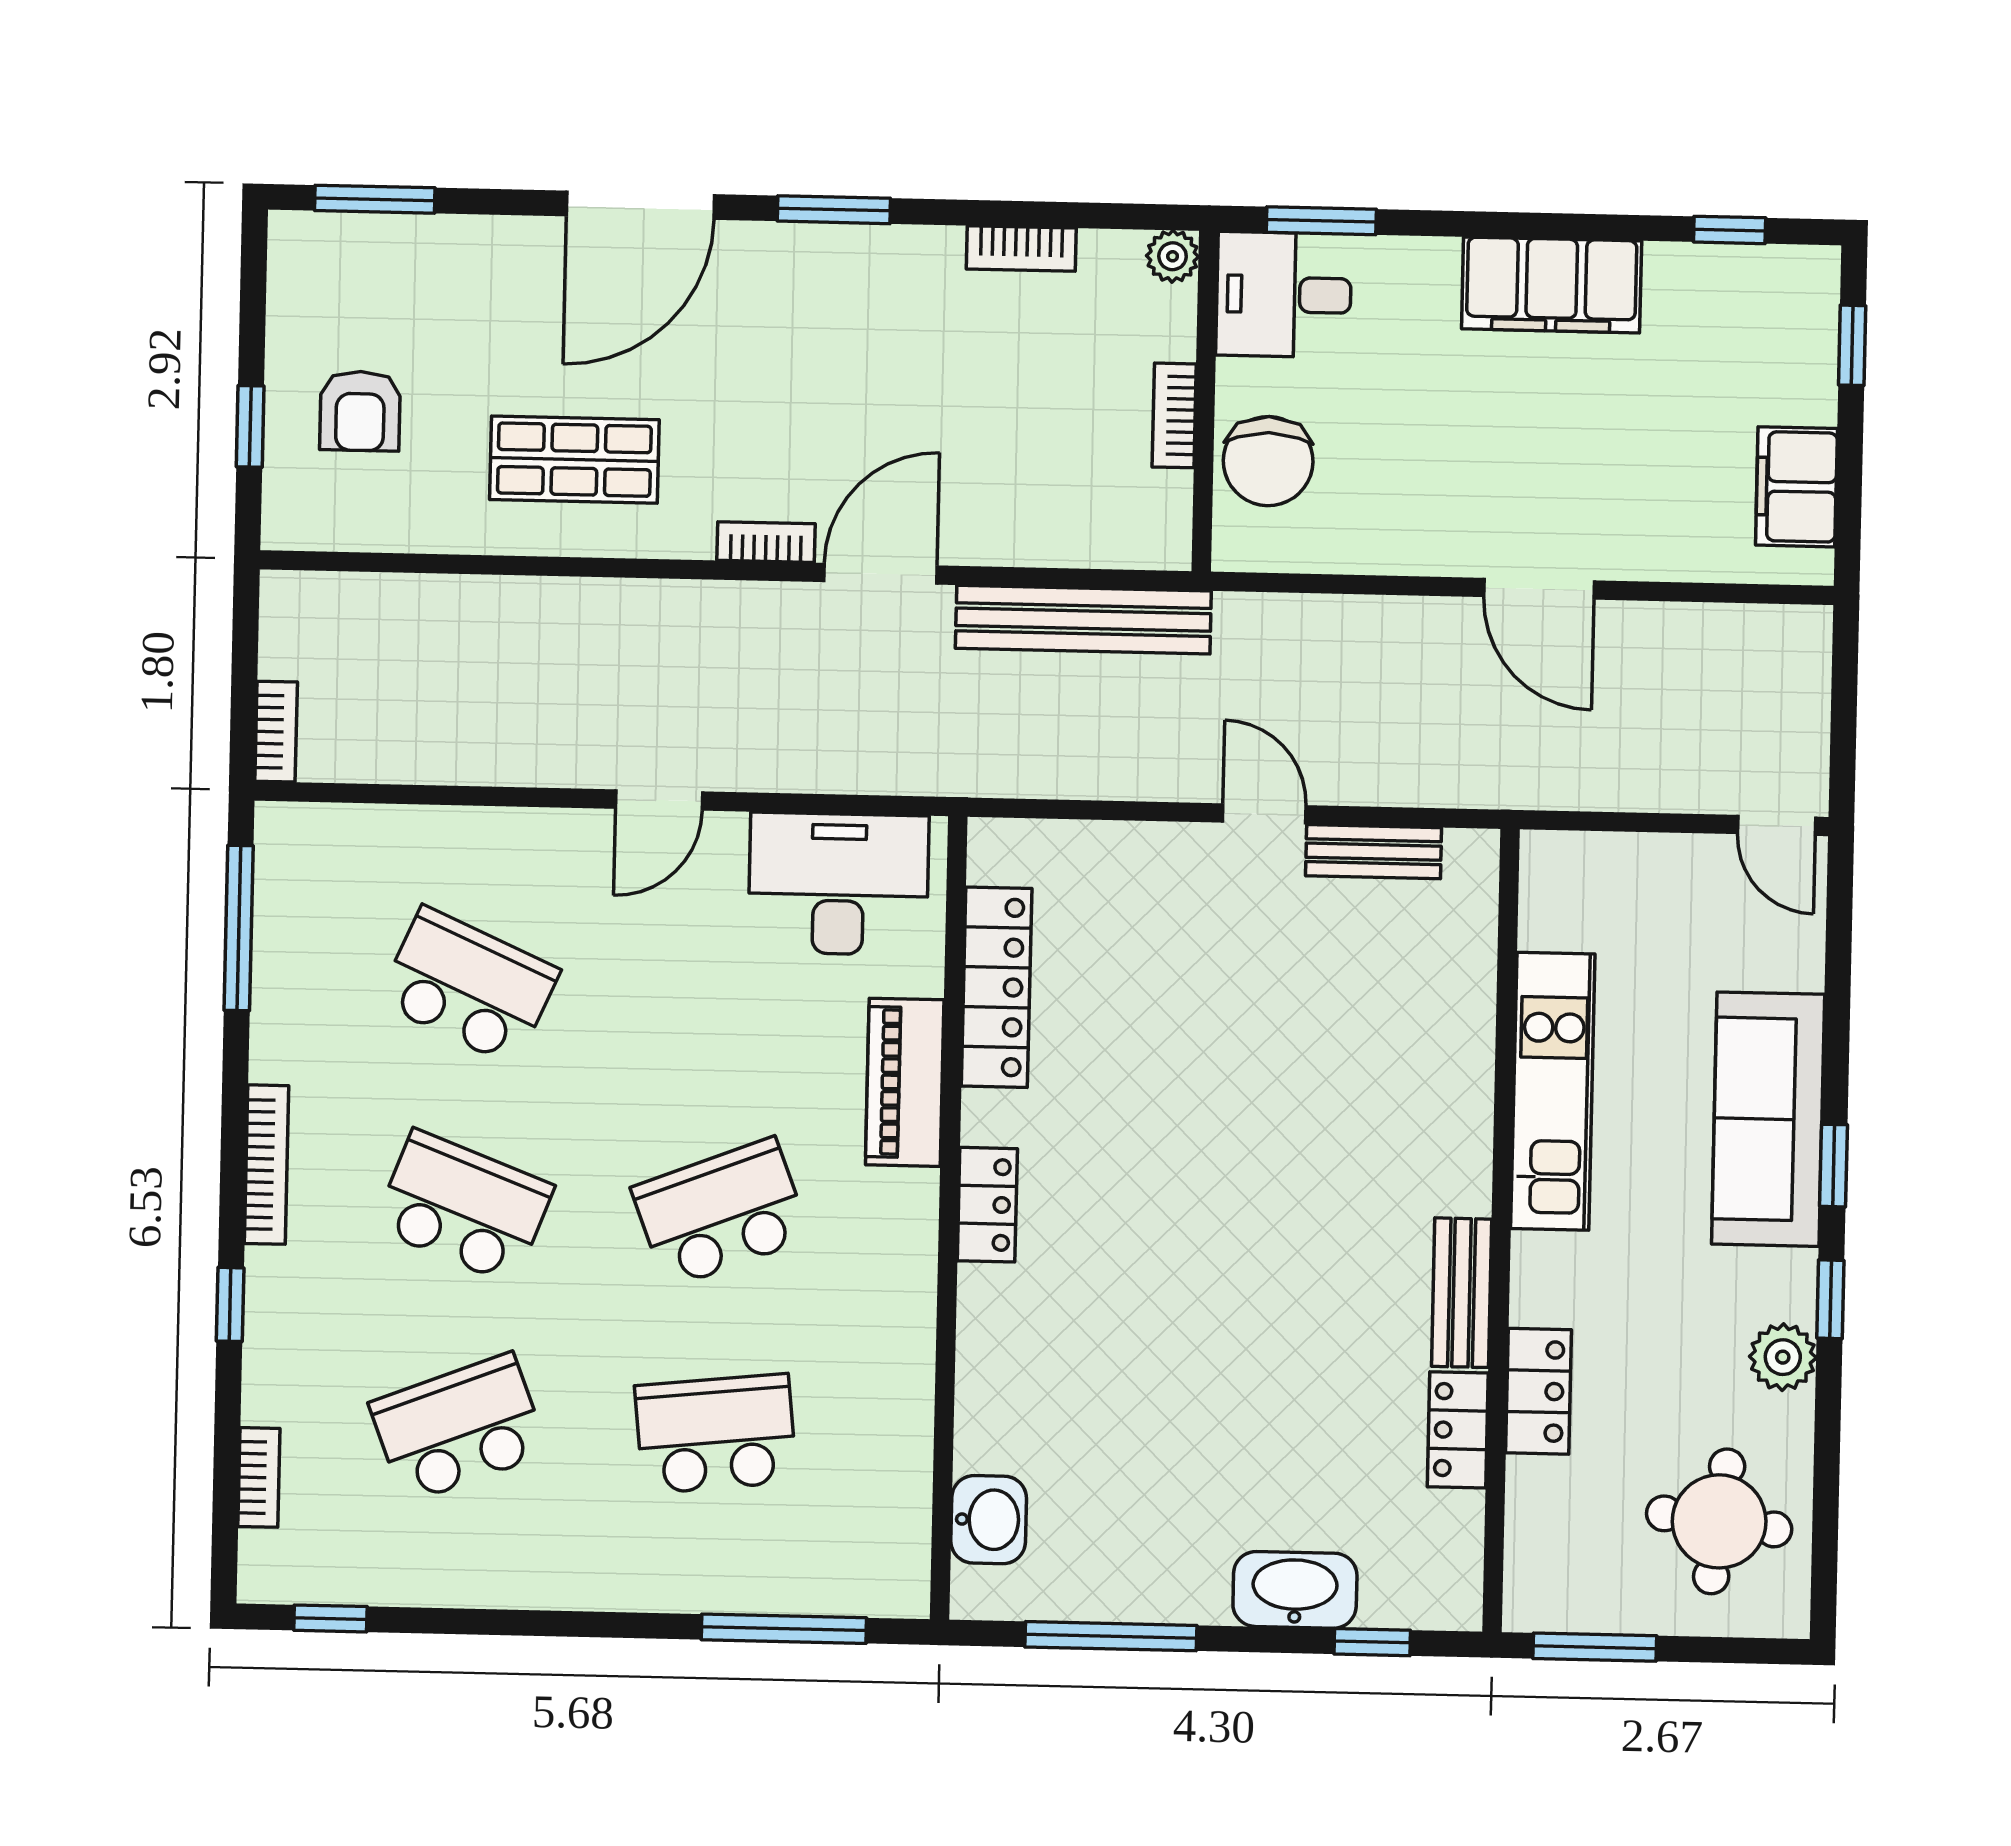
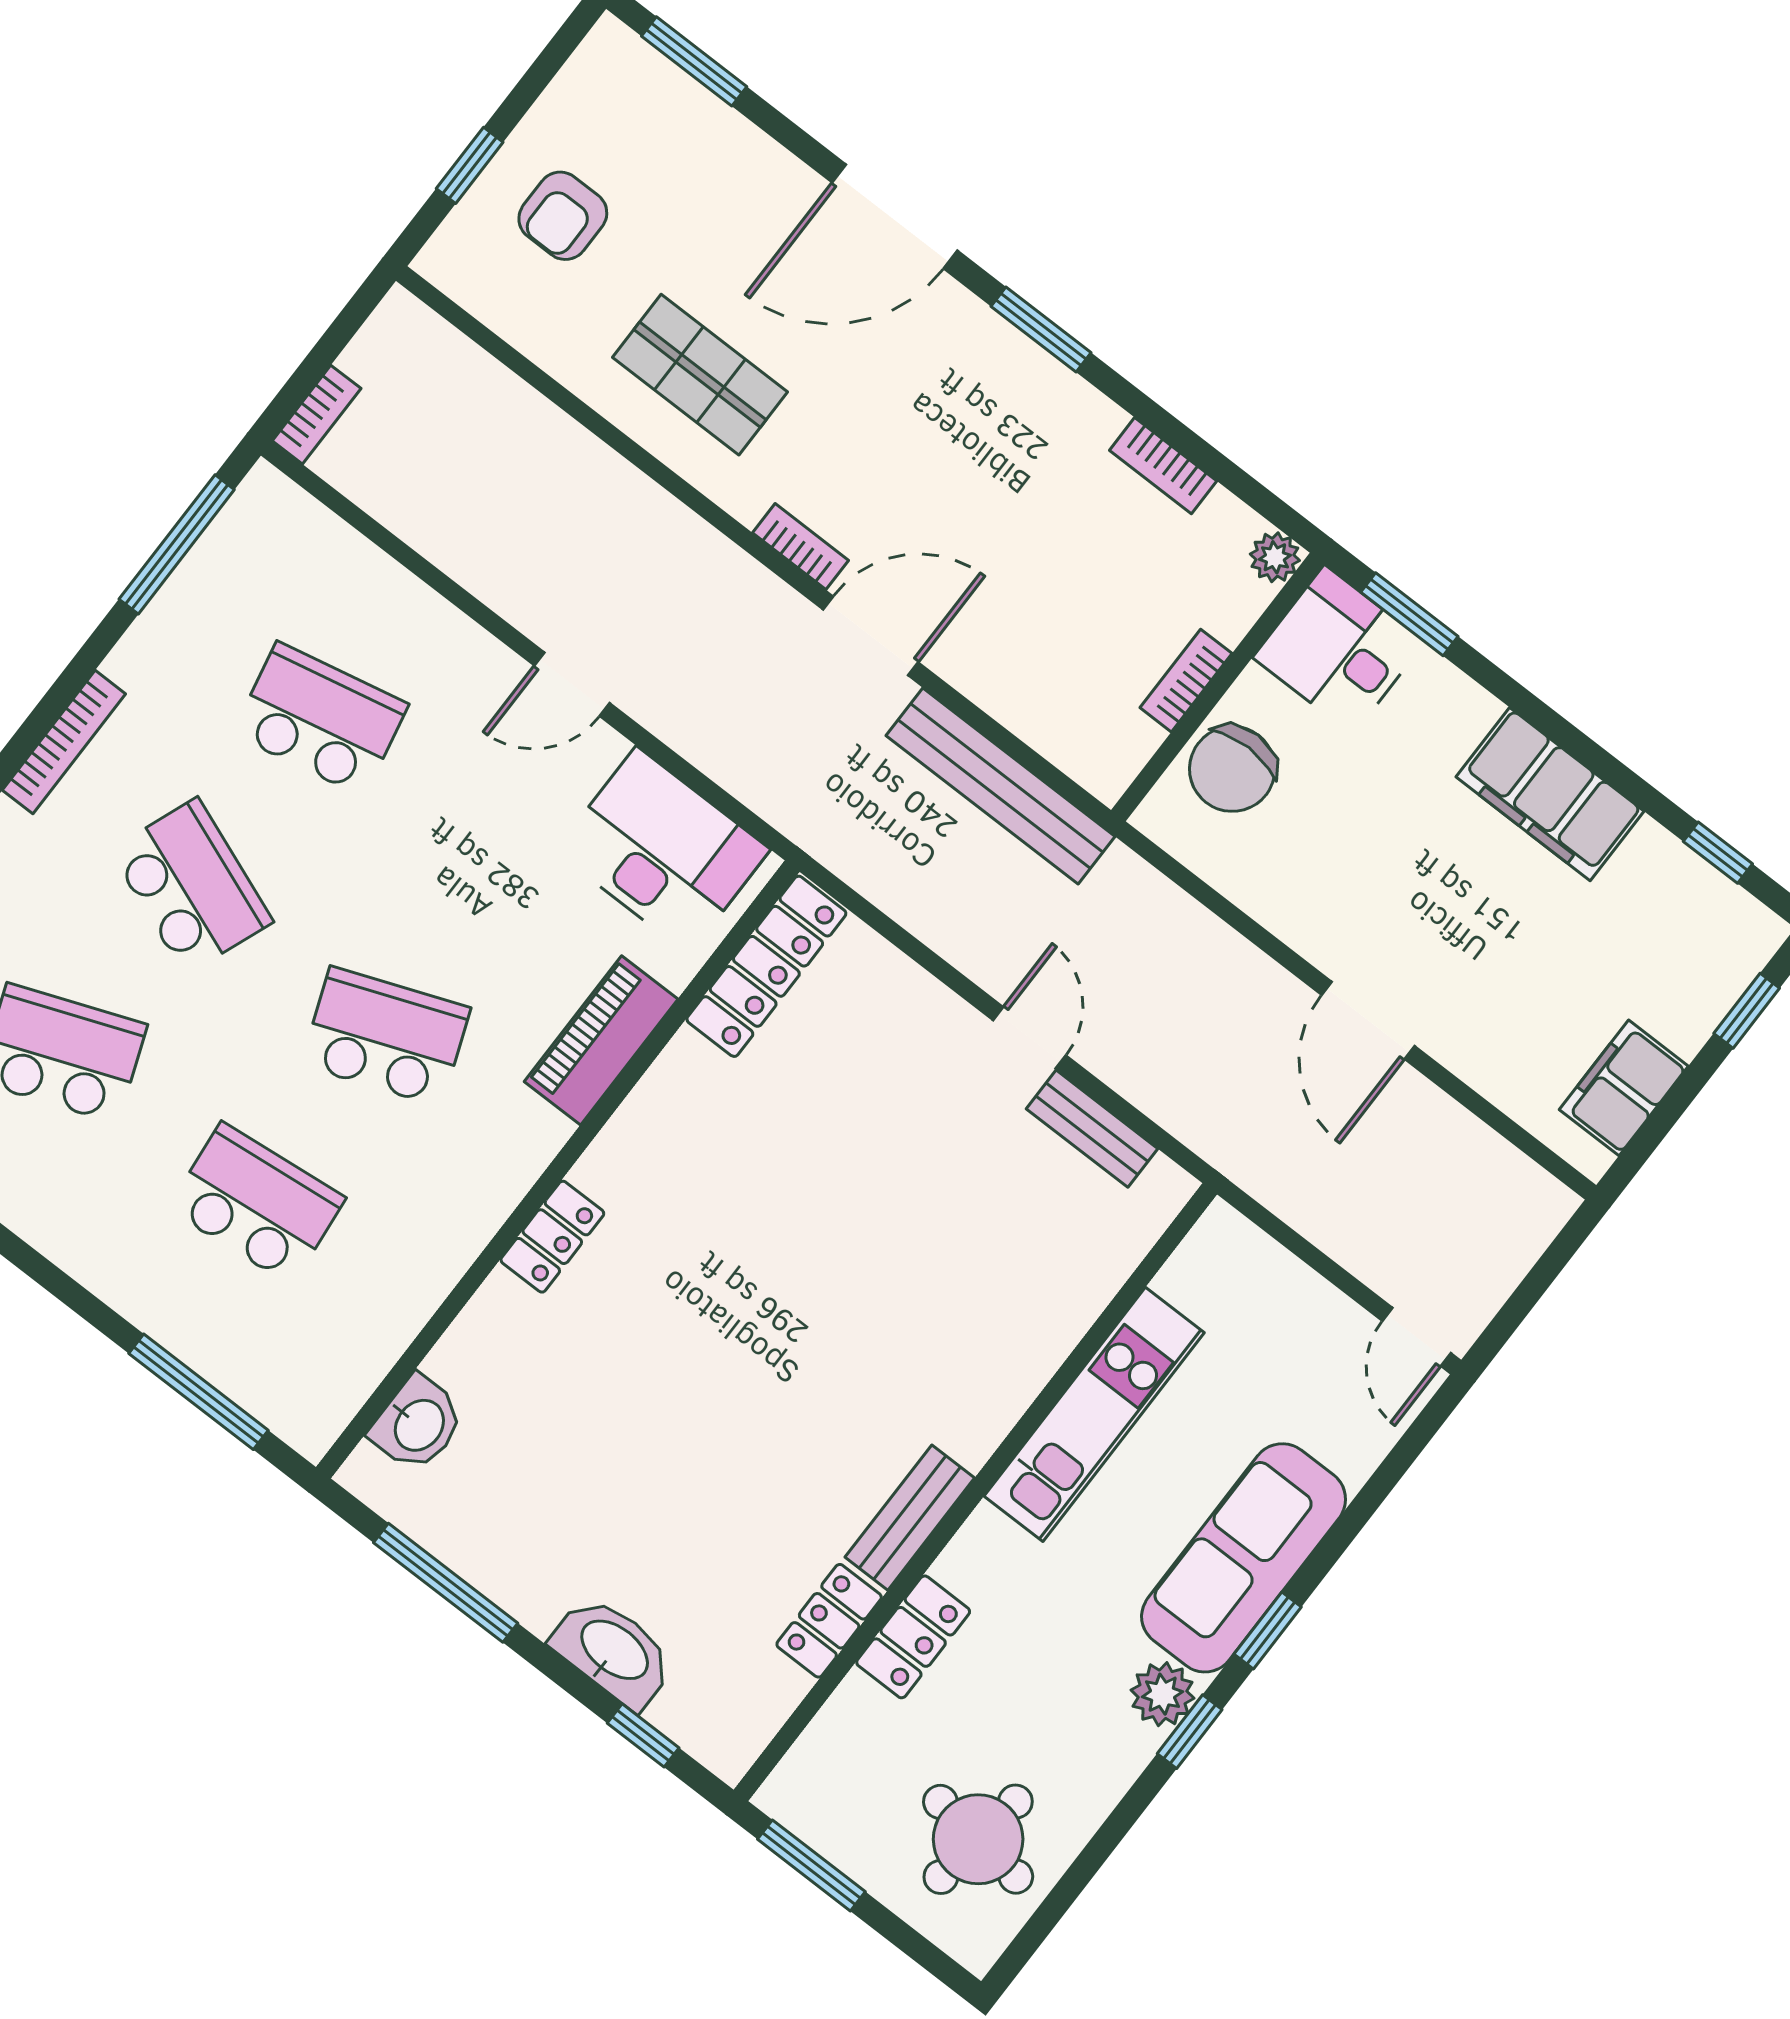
school desk: (469, 986) -> (320, 719), turned -36
locker: (997, 987) -> (766, 966), moved
locker: (987, 1205) -> (552, 1237), moved
plant: (1783, 1357) -> (1163, 1694), moved

